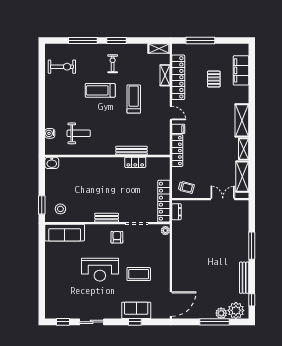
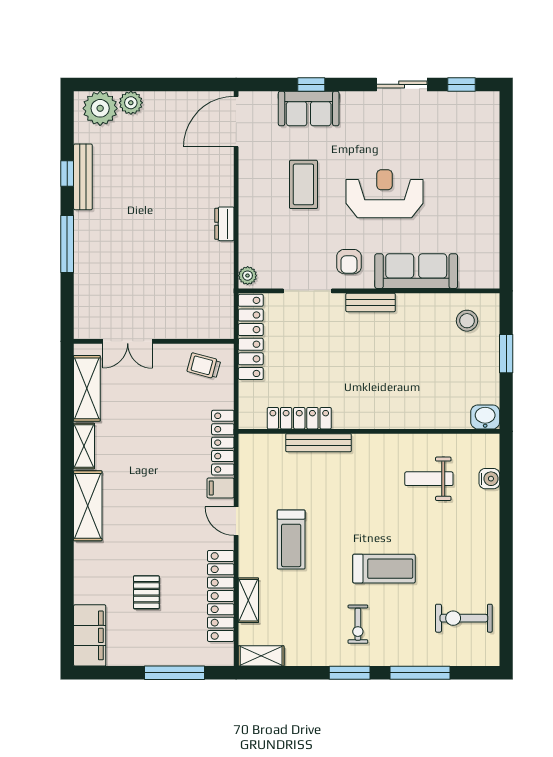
filing cabinet: (241, 70) -> (90, 635), moved
treadmill: (134, 99) -> (291, 540), moved
locker: (135, 162) -> (299, 418), width x1.53
window: (42, 205) -> (506, 354), moved
dresser: (176, 212) -> (224, 224), moved
sofa: (65, 233) -> (416, 271), moved
coffee table: (139, 274) -> (303, 184), turned 90
window: (252, 300) -> (67, 173), moved
window: (214, 322) -> (145, 84), removed

